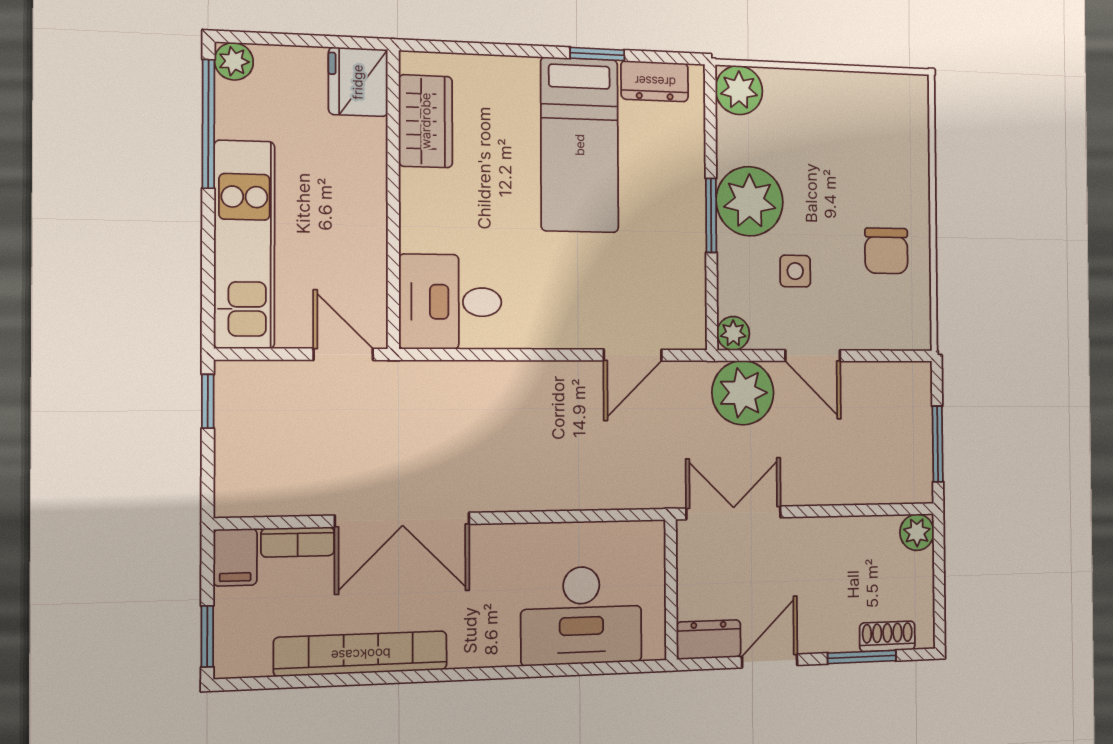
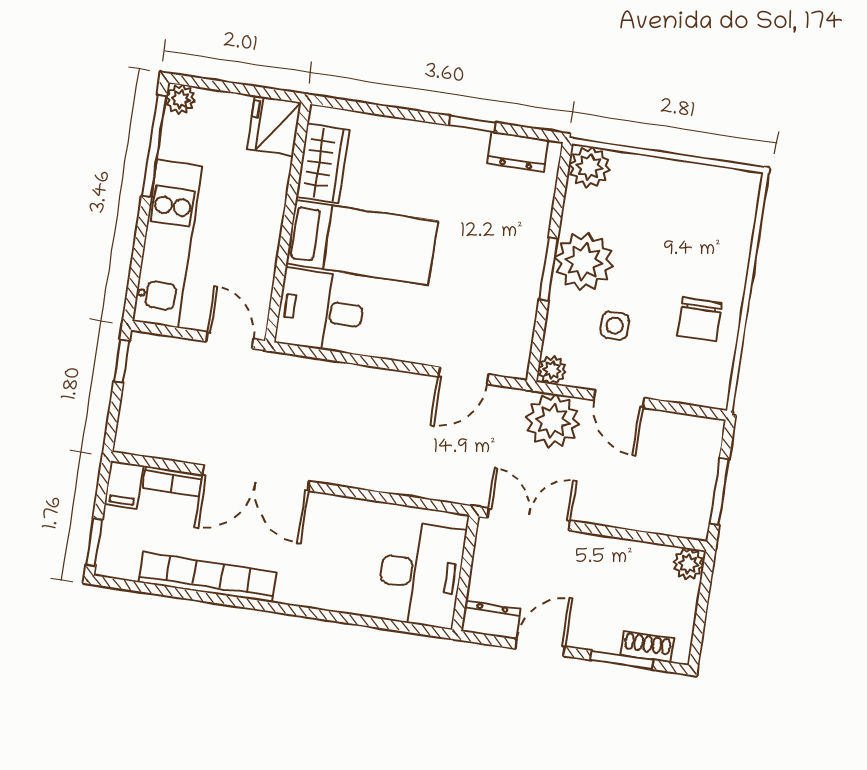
bed: (580, 145) -> (362, 242), moved, turned -90
desk: (581, 615) -> (421, 574), moved, turned -90

